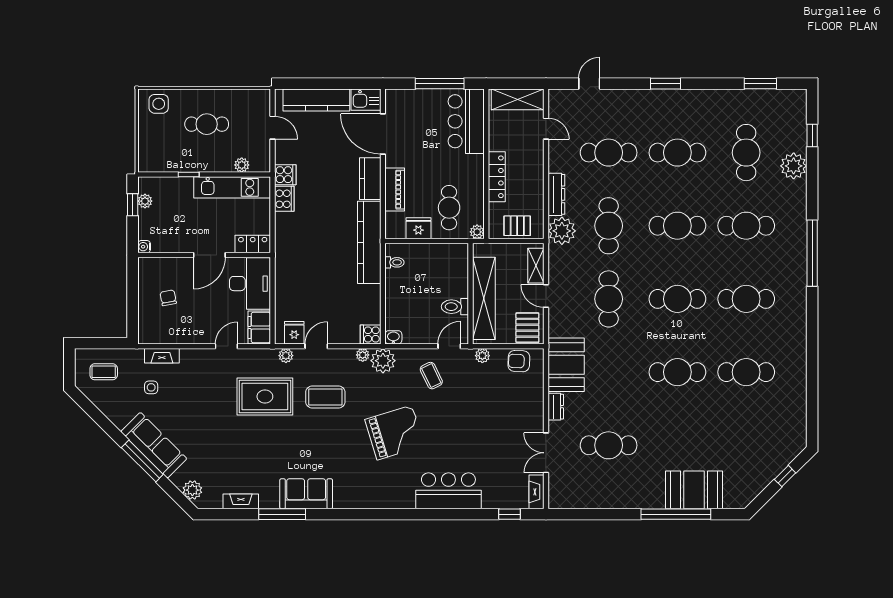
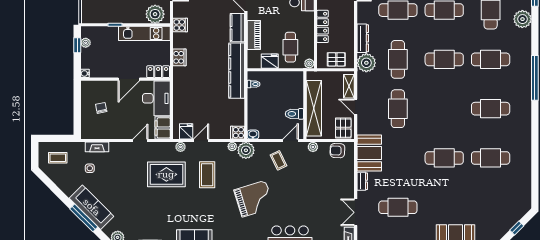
plant: (242, 165) -> (155, 14), width x1.87, depth x1.87
cooker: (284, 199) -> (179, 57), moved
cafe table: (677, 299) -> (444, 109), removed
coffee table: (325, 397) -> (207, 175), turned 90

